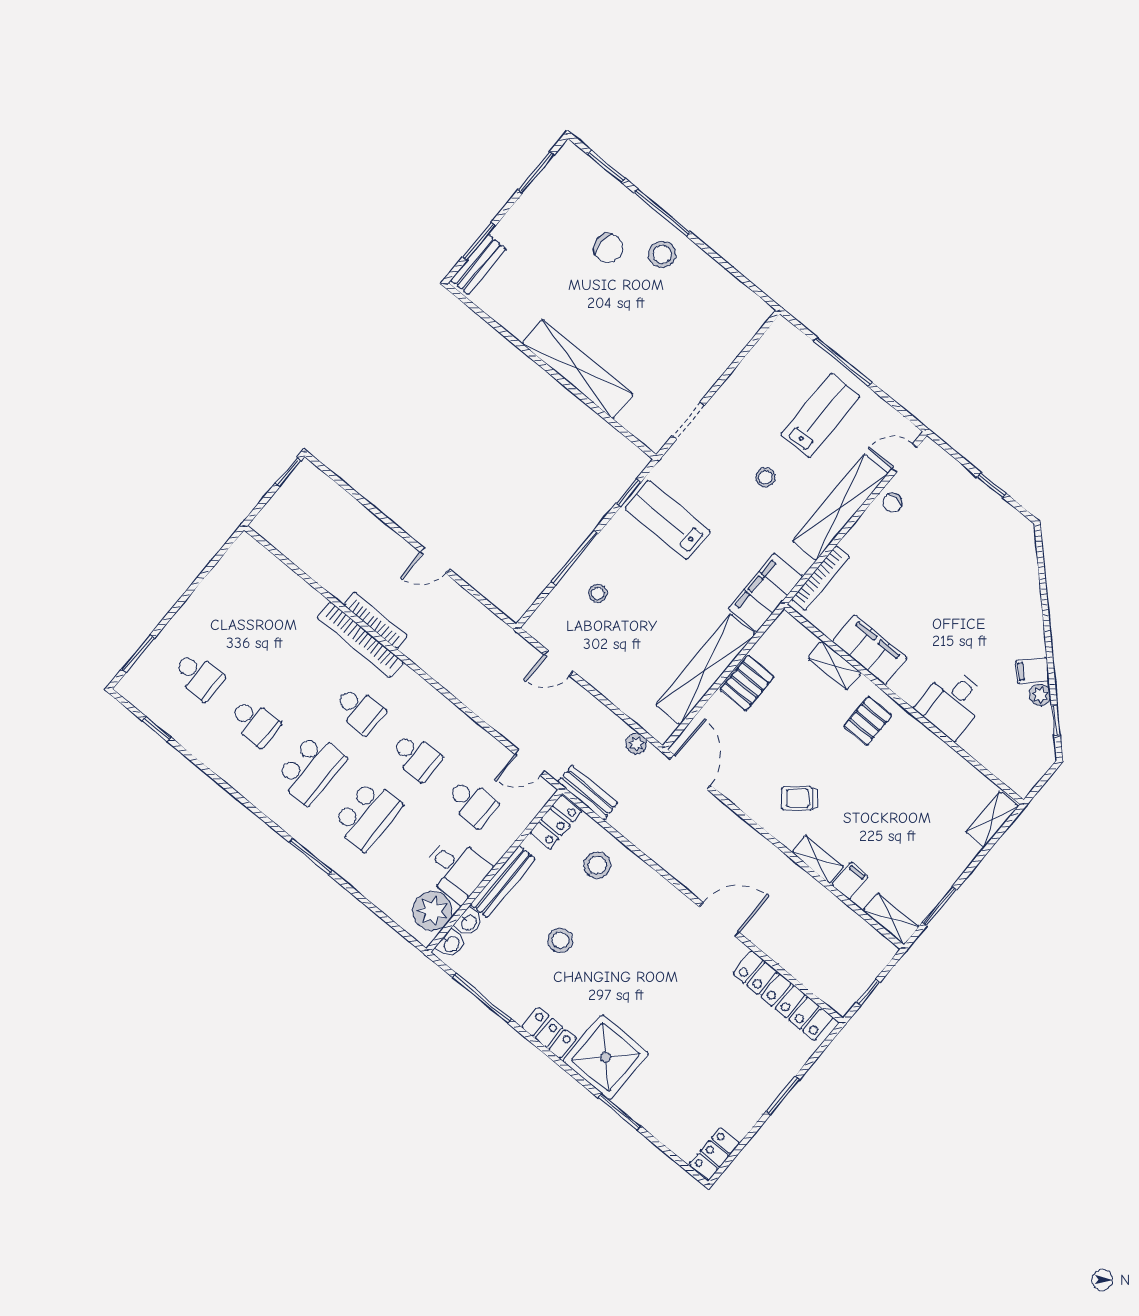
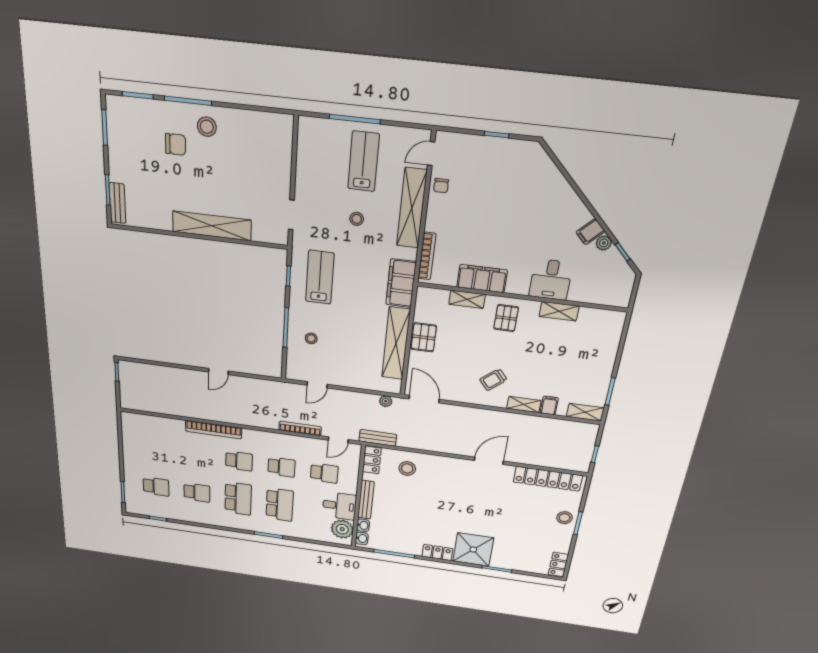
lab bench: (668, 520) -> (320, 277), turned 90
bookcase: (376, 620) -> (300, 428), moved
shelving: (992, 819) -> (559, 311), moved, turned 90
stool: (560, 940) -> (564, 518), moved

